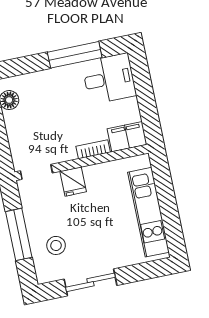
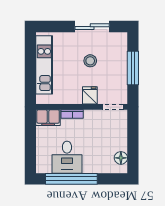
window: (75, 55) -> (71, 179), width x1.46
desk: (109, 79) -> (67, 157), moved, turned -90
stool: (56, 245) -> (90, 61), moved

